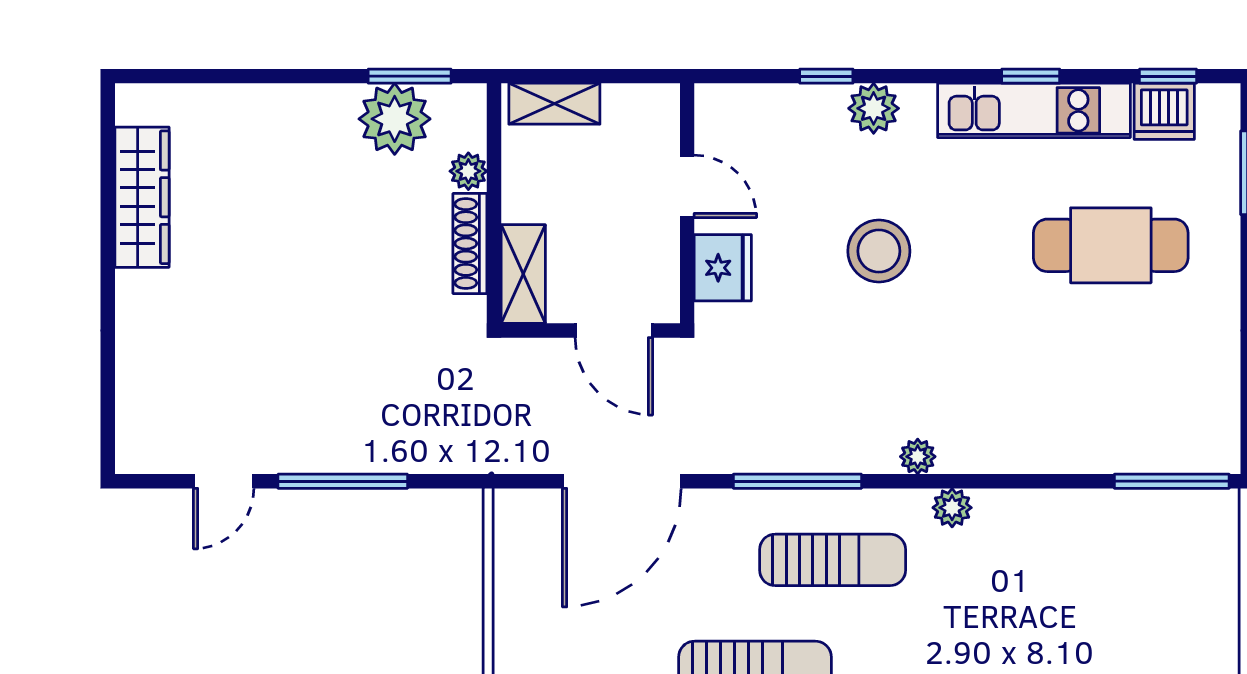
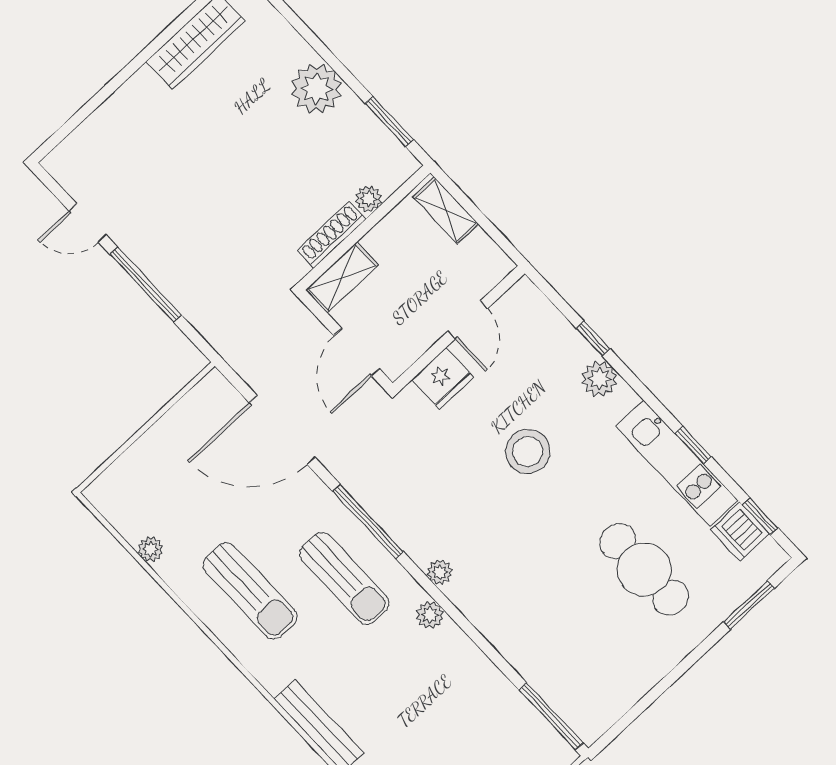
plant: (395, 119) -> (317, 89), moved

